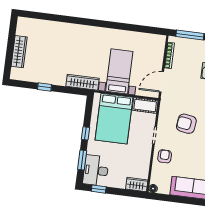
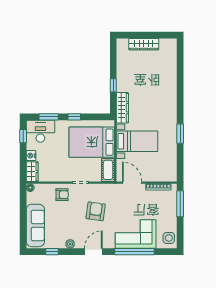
window: (117, 26) -> (180, 134), added
window: (44, 87) -> (113, 85), moved
nightstand: (120, 183) -> (31, 156), added

